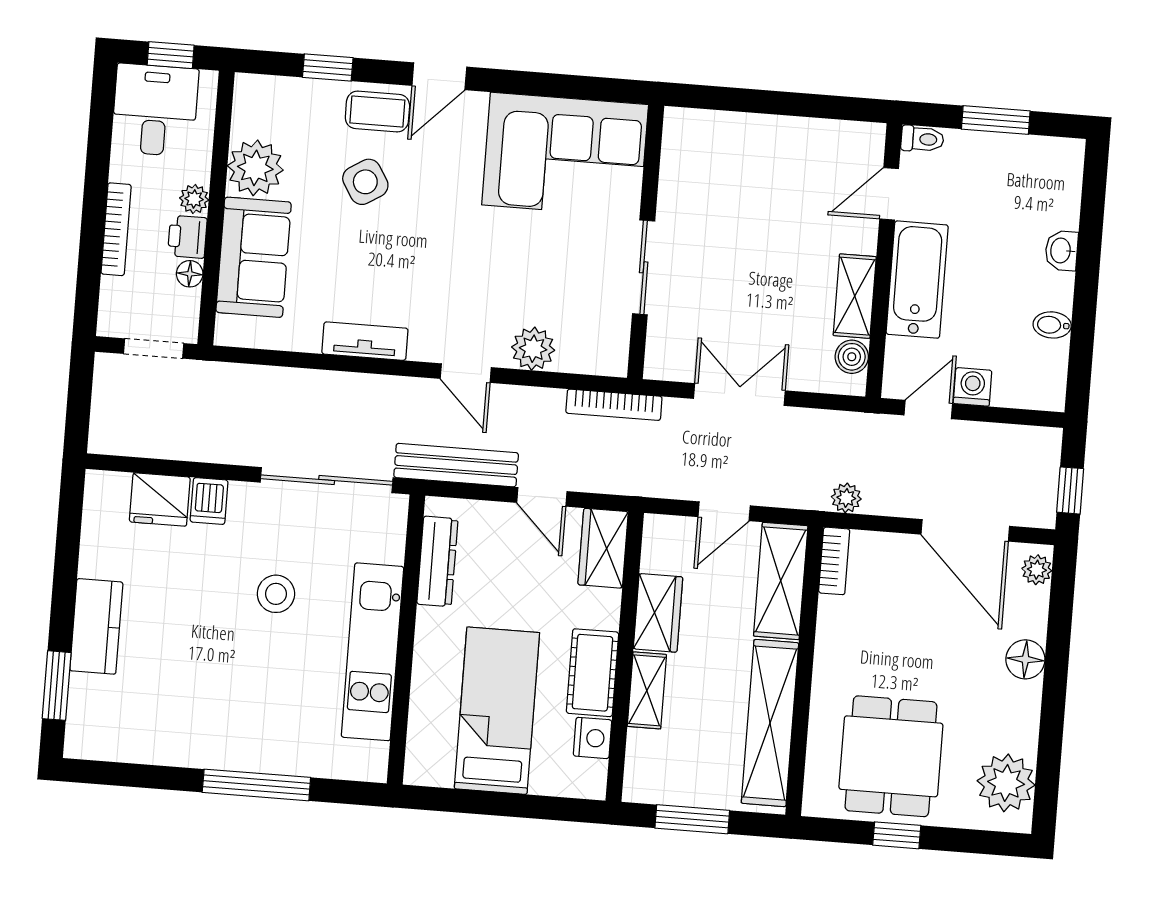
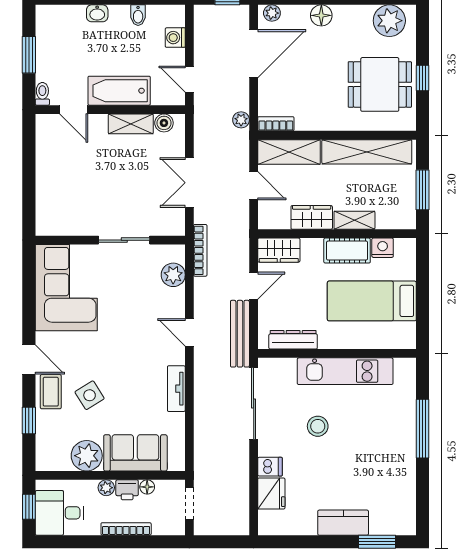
plant: (533, 349) -> (173, 275), moved
door: (466, 373) -> (189, 332), swing flipped
washing machine: (972, 387) -> (175, 38), moved

